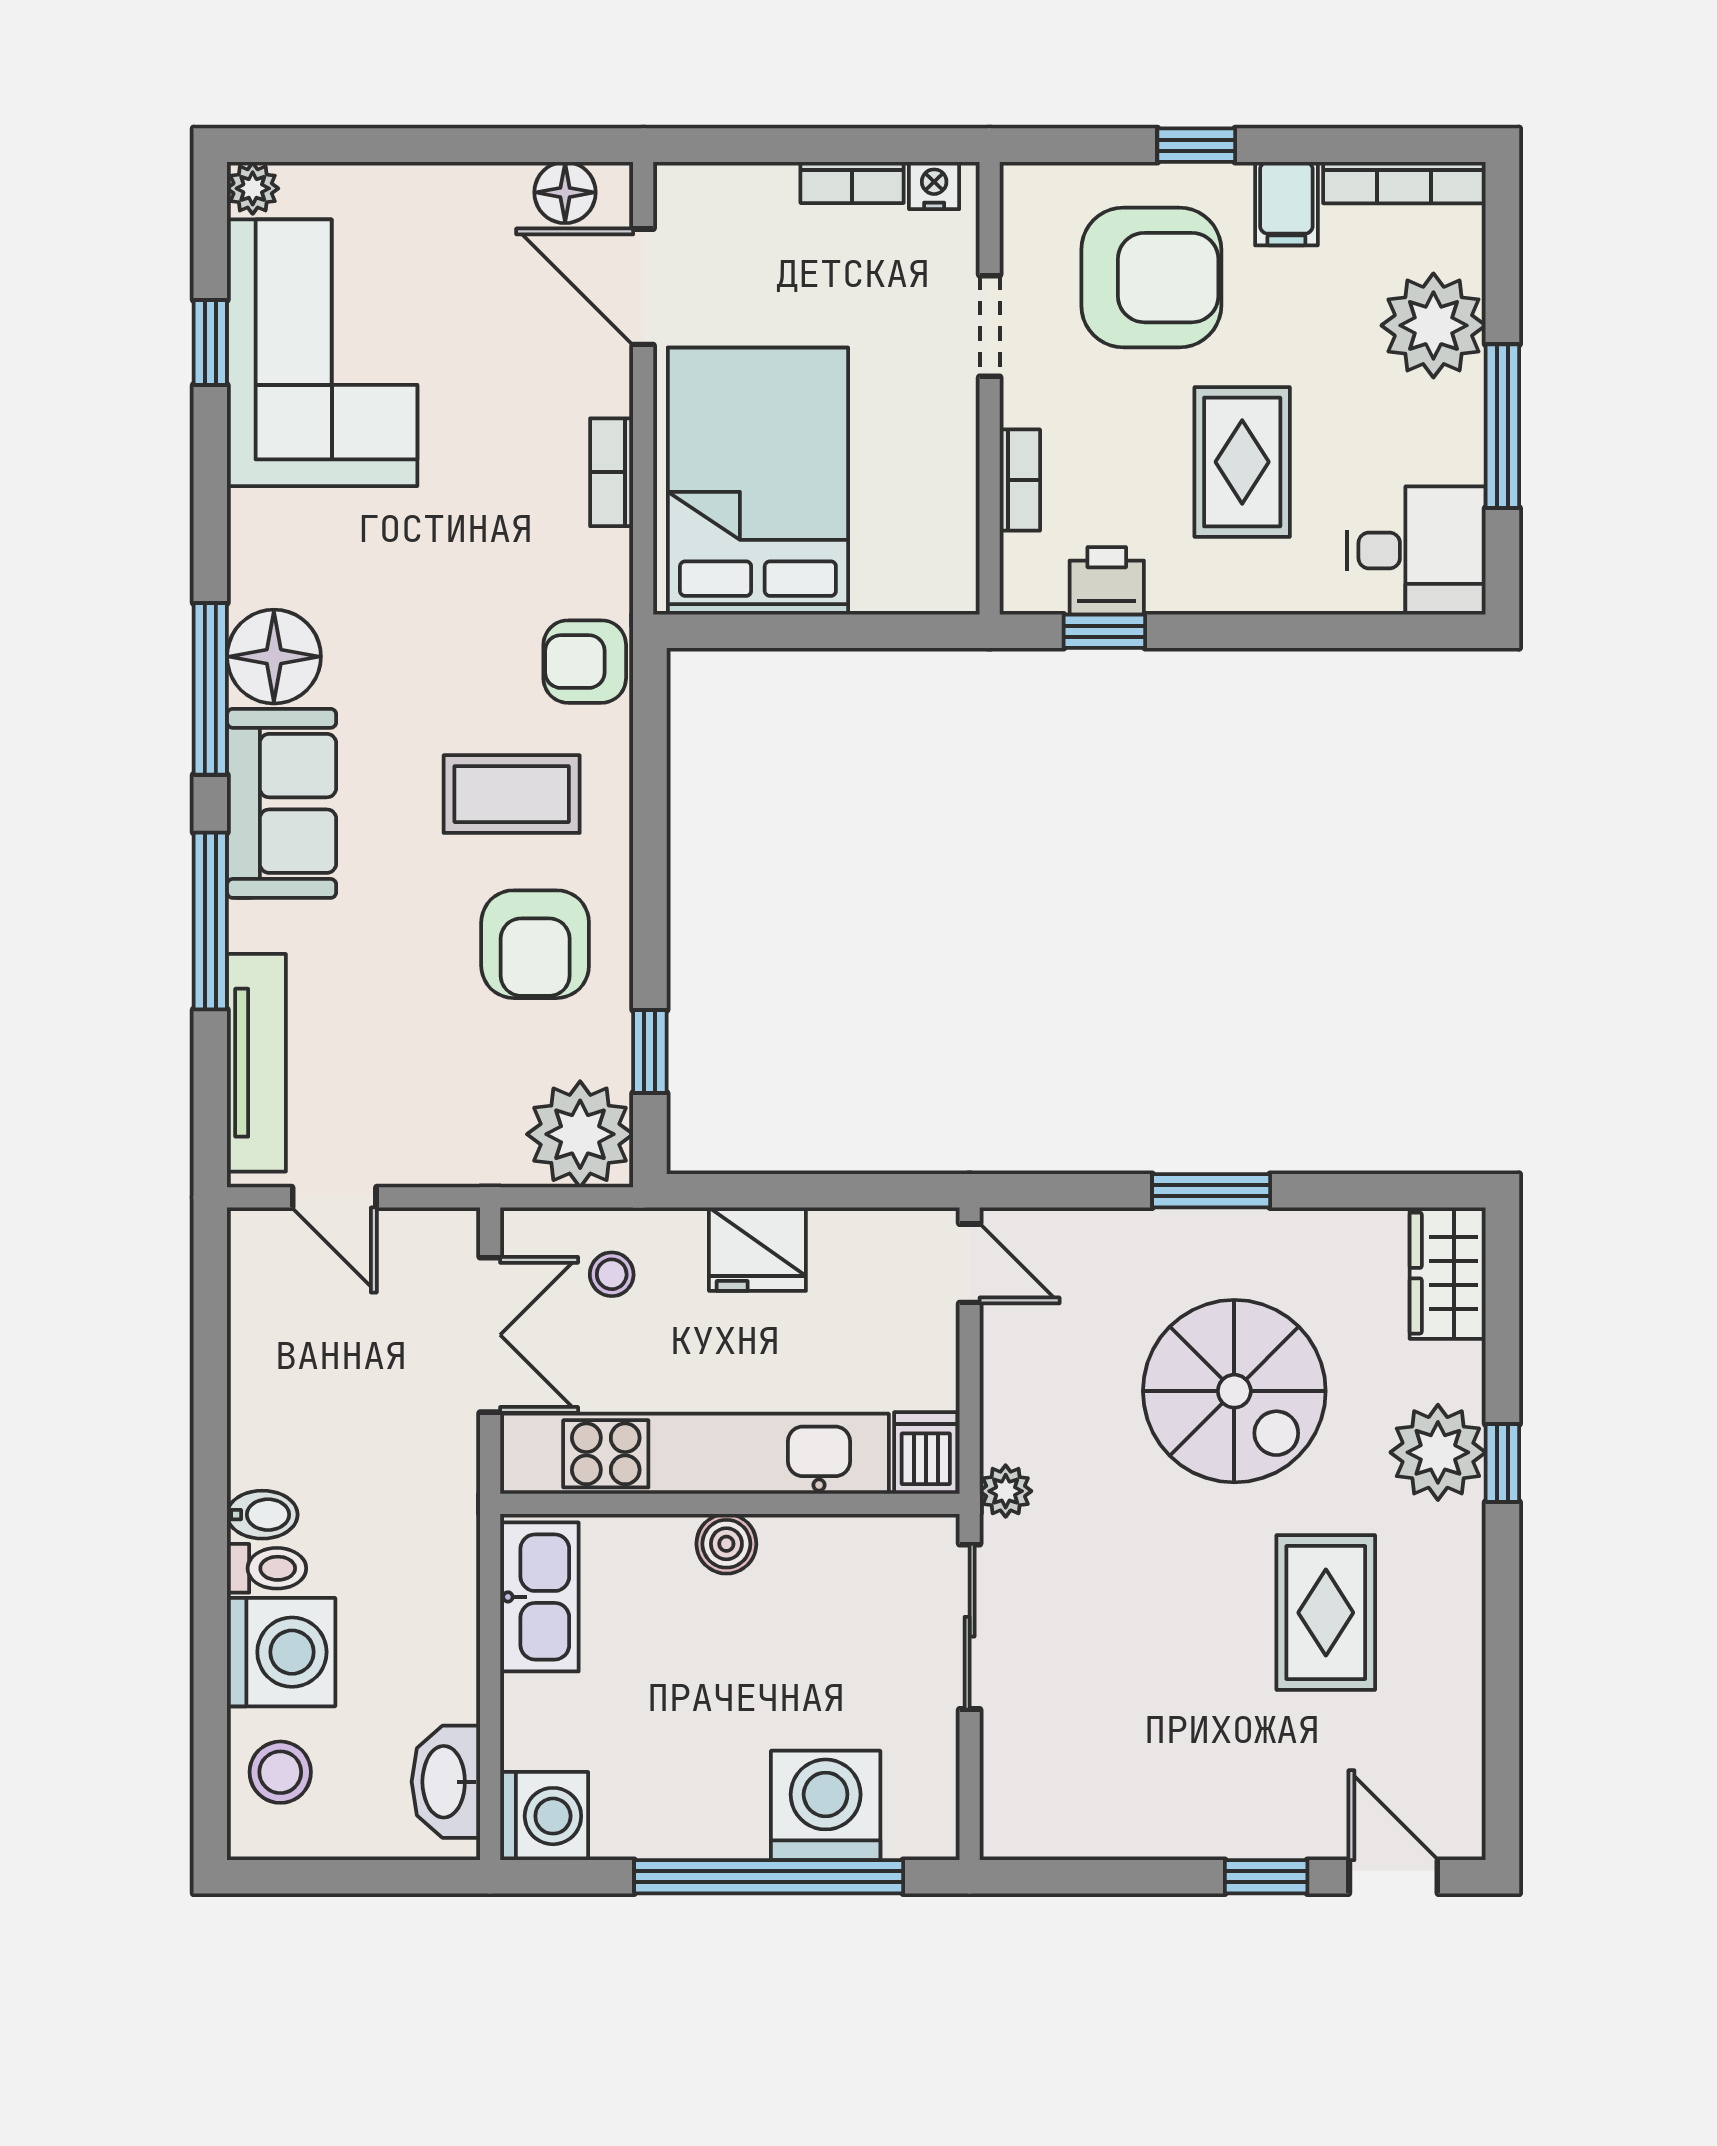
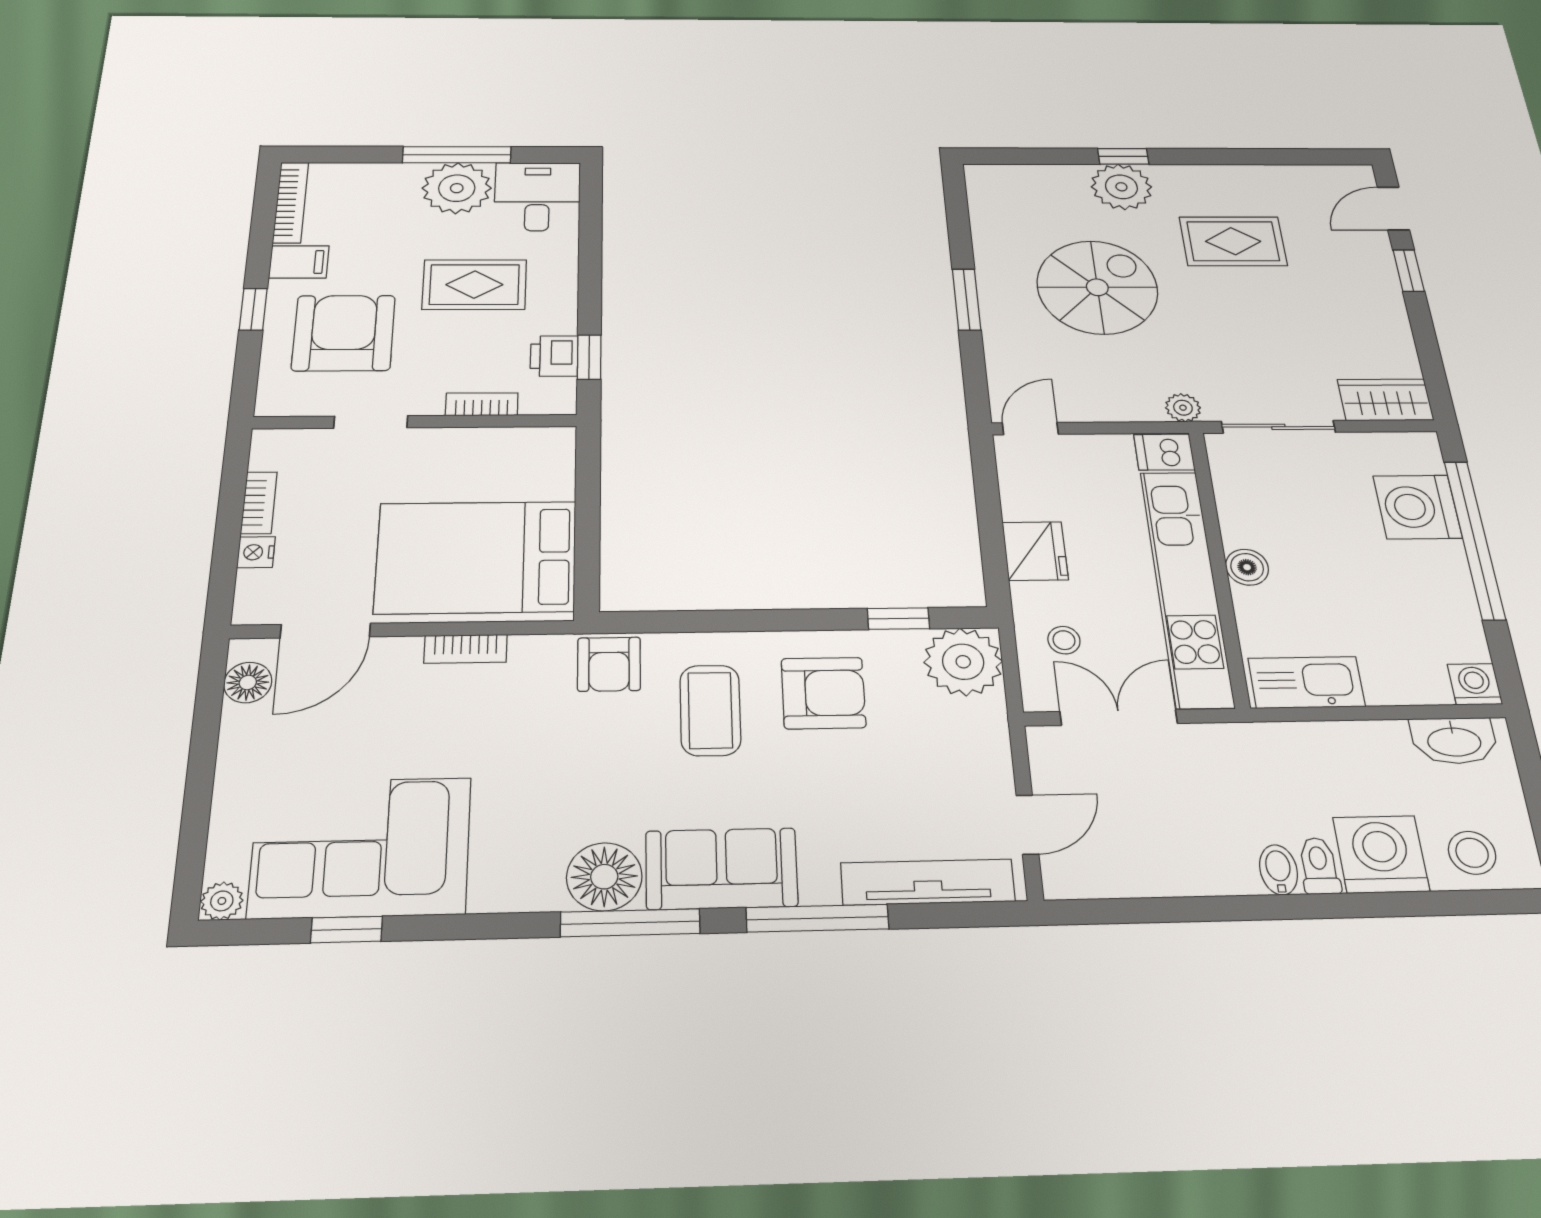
nightstand: (934, 186) -> (256, 552), moved
plant: (1433, 325) -> (457, 188), moved
wardrobe: (1448, 1273) -> (1385, 400), moved, turned 180
washing machine: (544, 1816) -> (1475, 684), width x0.73, depth x0.73

